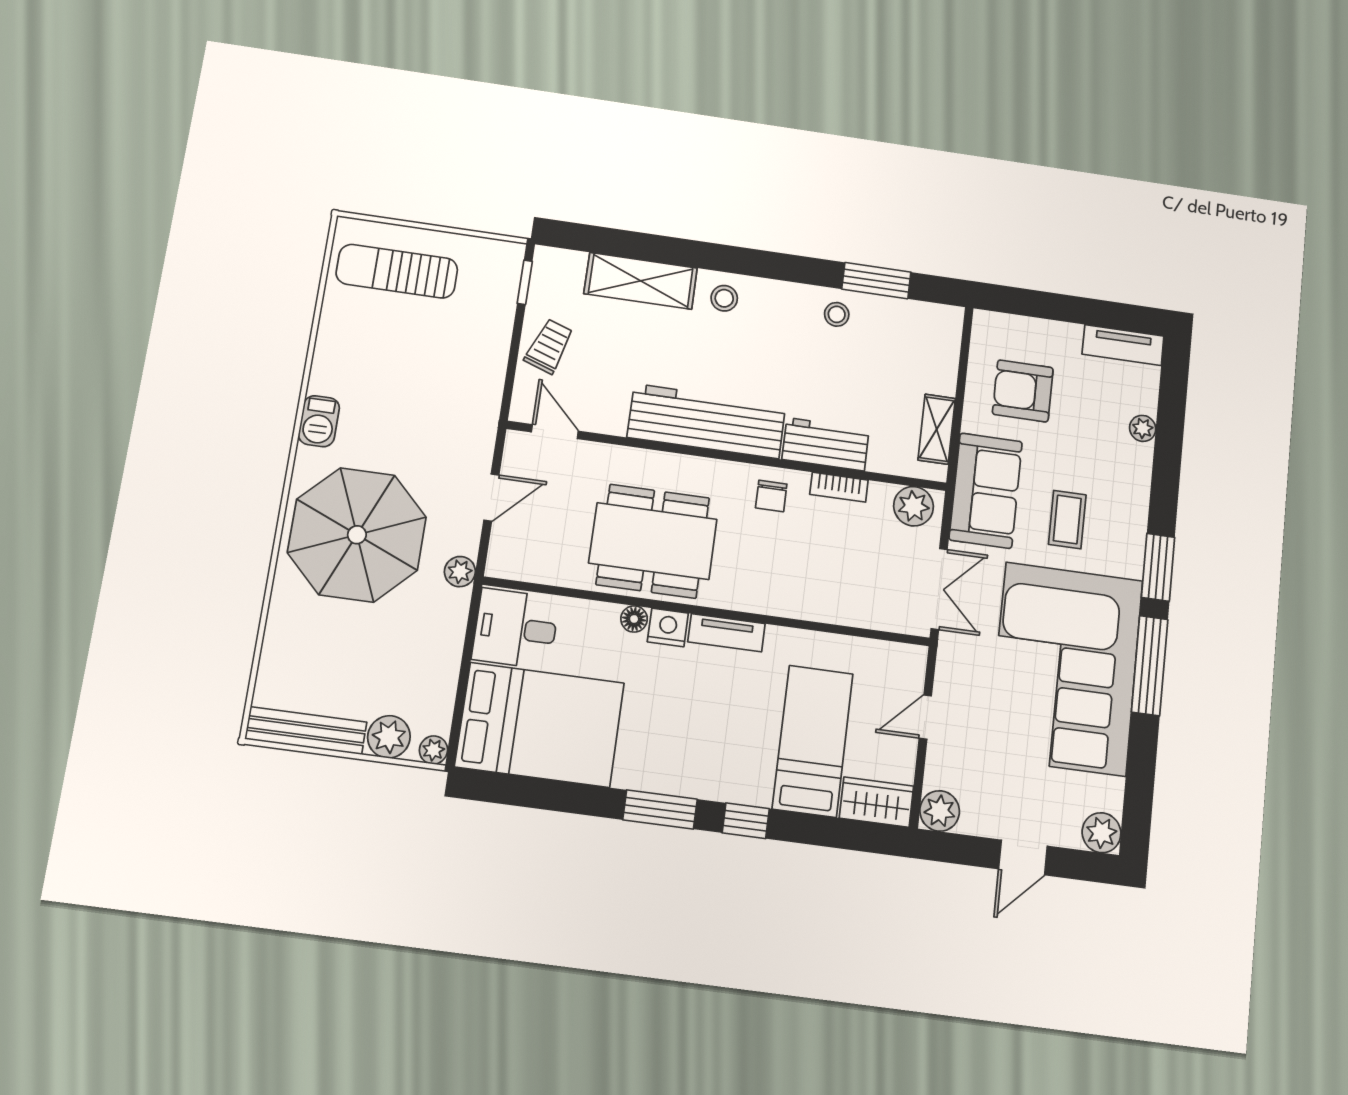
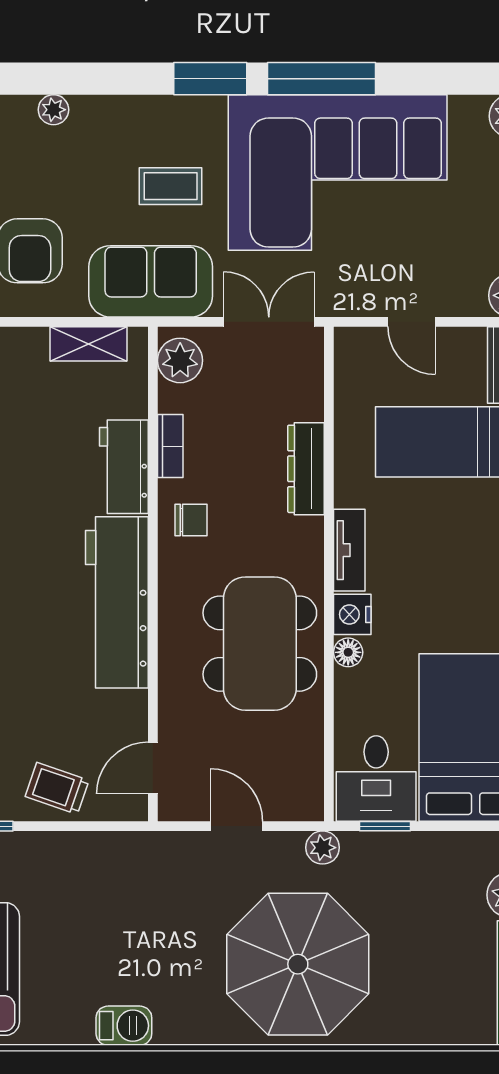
barbecue: (319, 421) -> (124, 1026), moved
dresser: (804, 604) -> (306, 469), added
window: (471, 631) -> (385, 826), added

